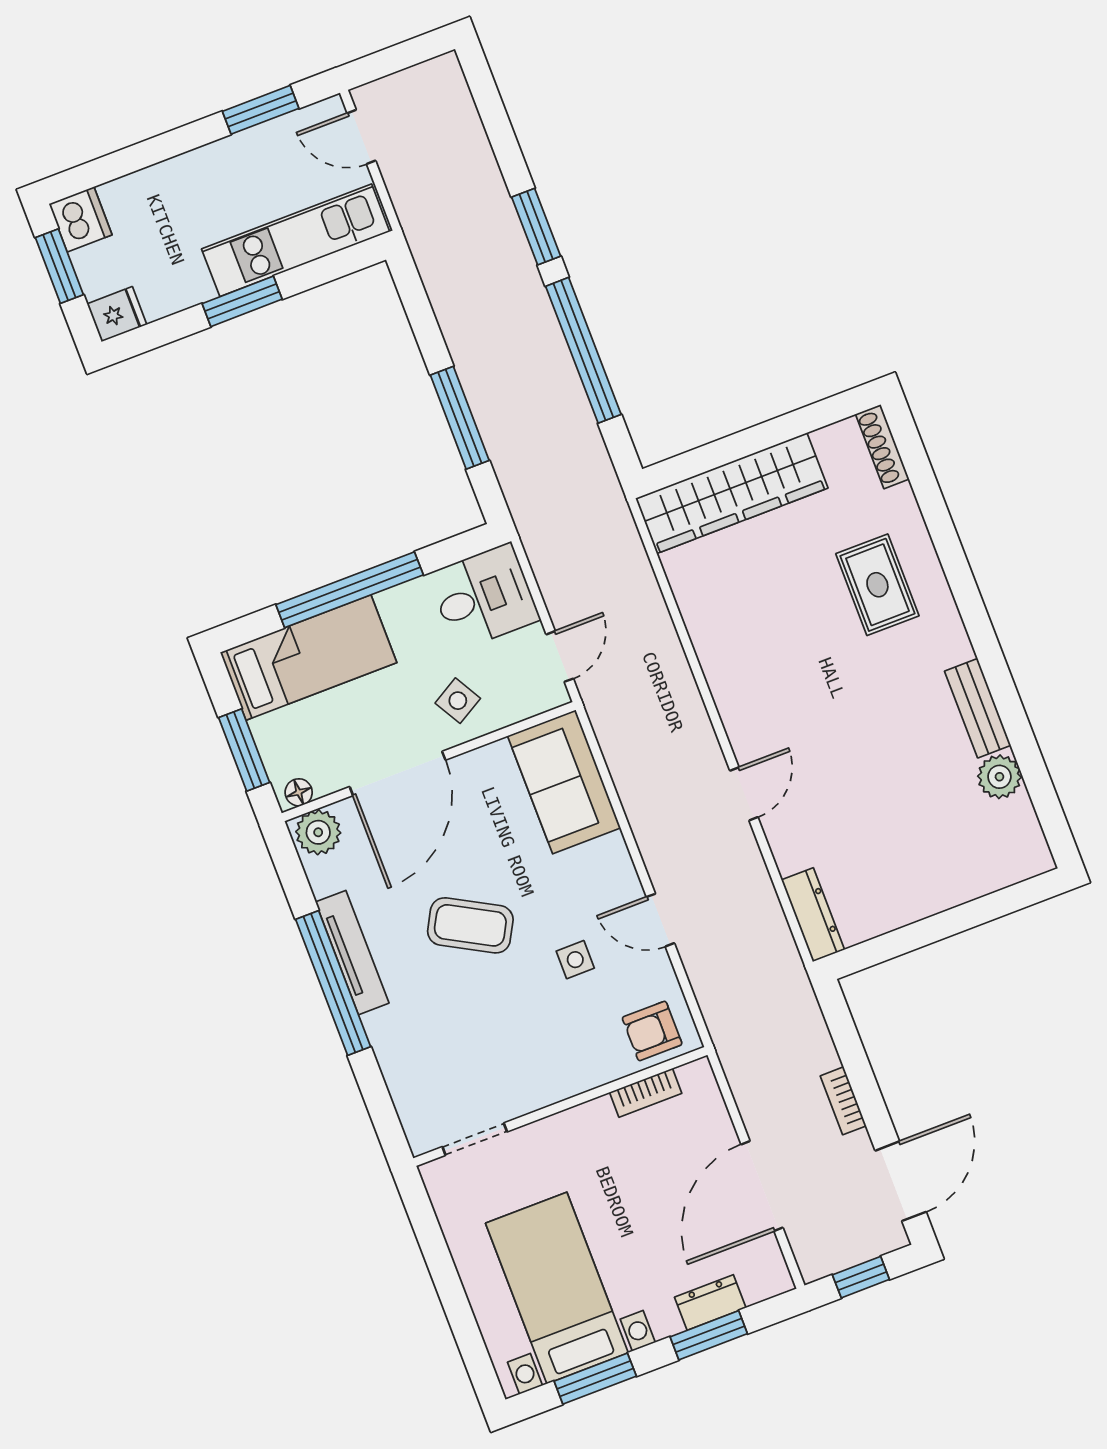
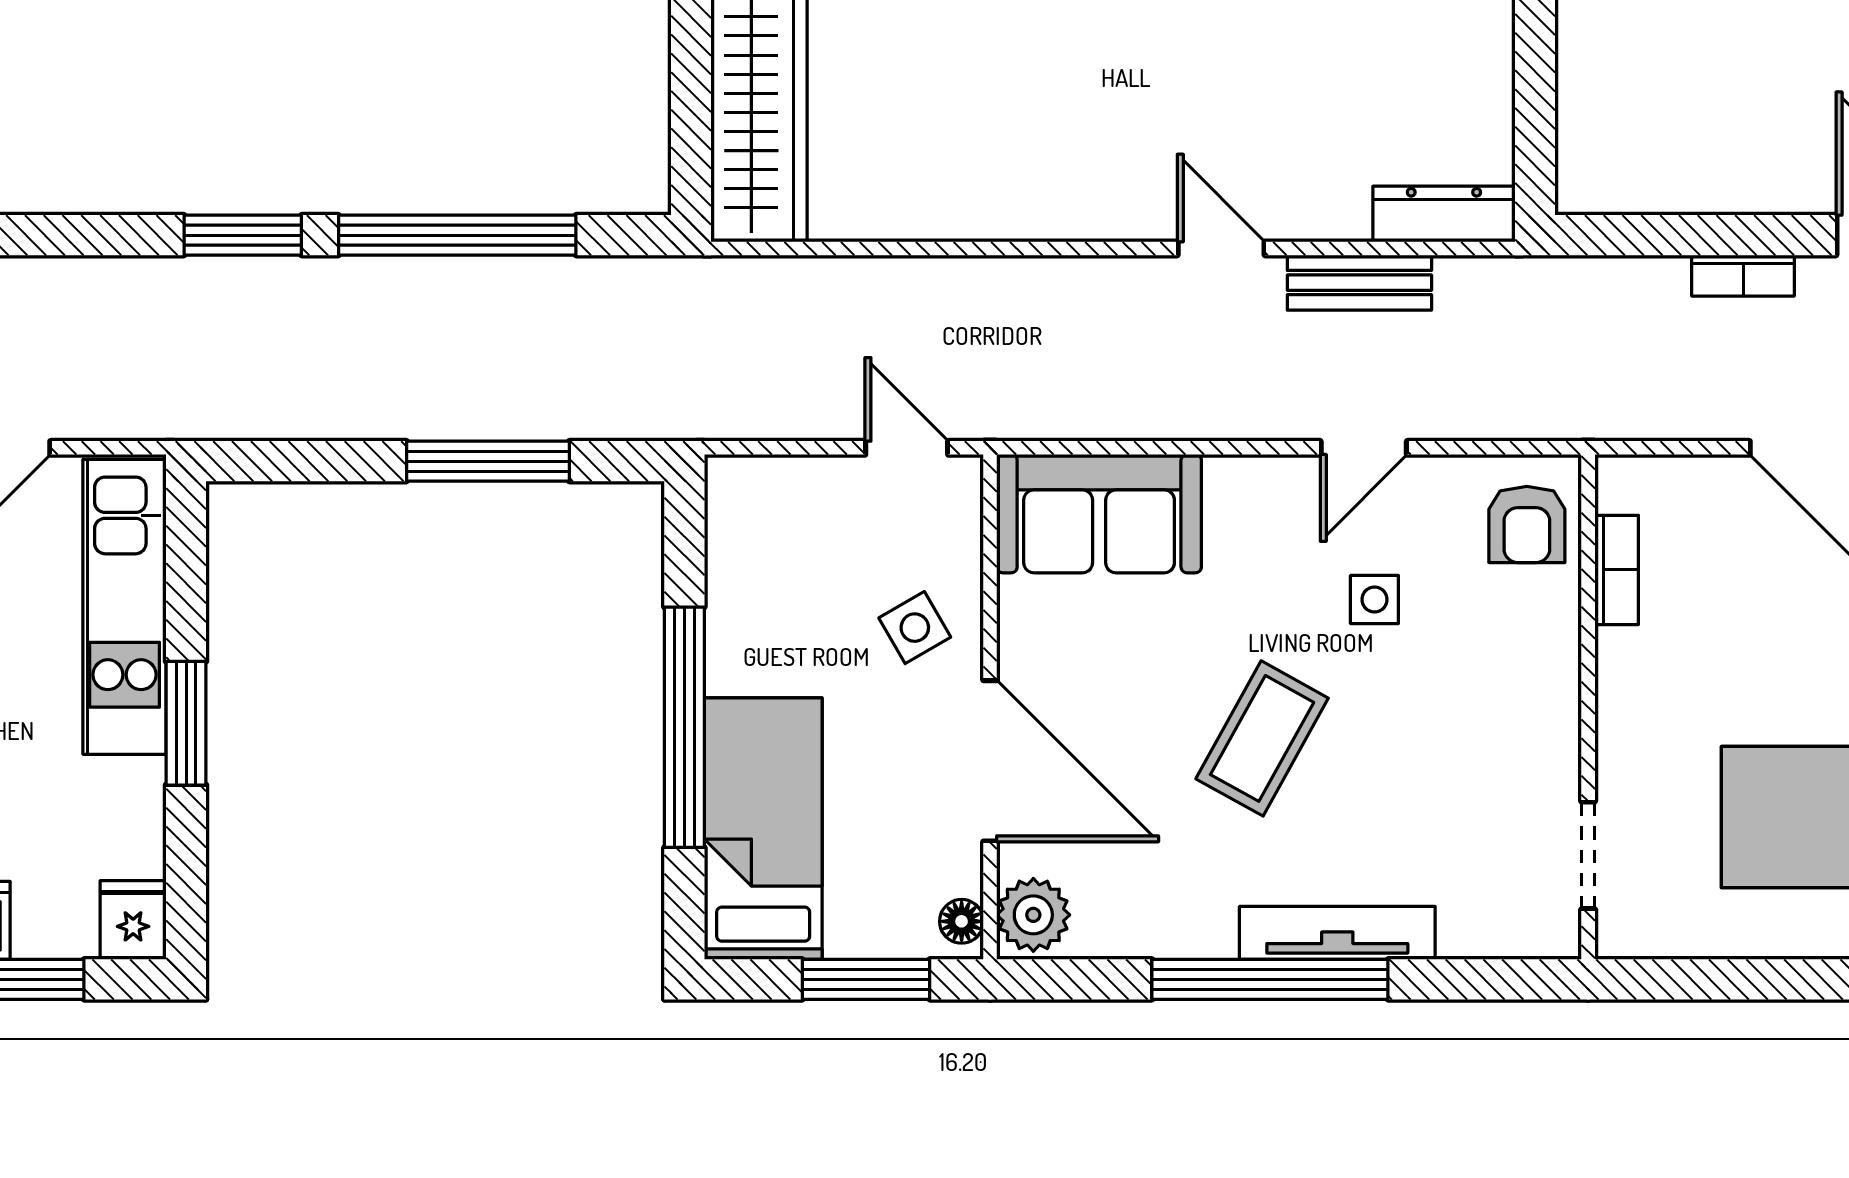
desk: (484, 597) -> (773, 528), removed
bench: (755, 881) -> (1359, 283), added
tv unit: (352, 953) -> (1337, 933), moved

